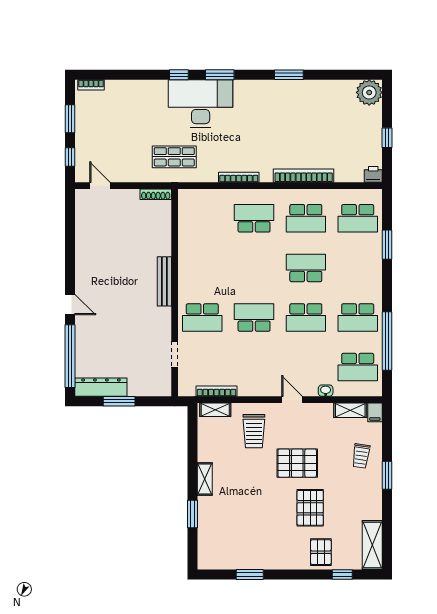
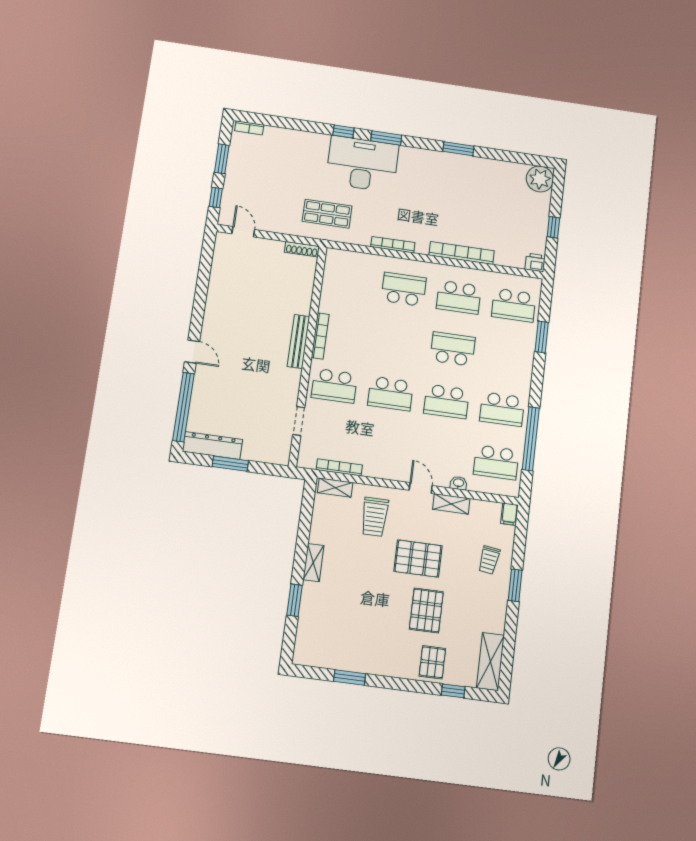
bookcase: (183, 273) -> (320, 336), added
school desk: (254, 317) -> (390, 394), turned 180
shelving: (350, 410) -> (451, 504), moved

